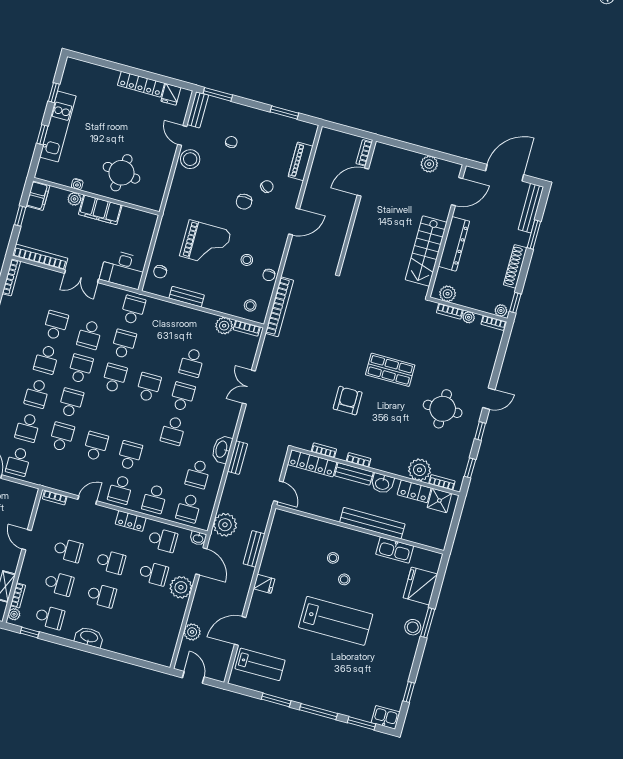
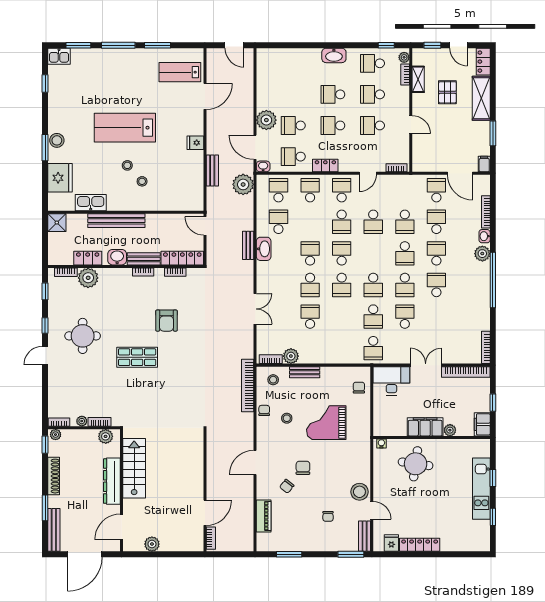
water cooler: (77, 184) -> (381, 443), moved
bench: (187, 297) -> (305, 372), moved
school desk: (56, 325) -> (342, 253), moved, turned 180
shower: (439, 500) -> (57, 223), moved
plant: (192, 632) -> (246, 84), removed

